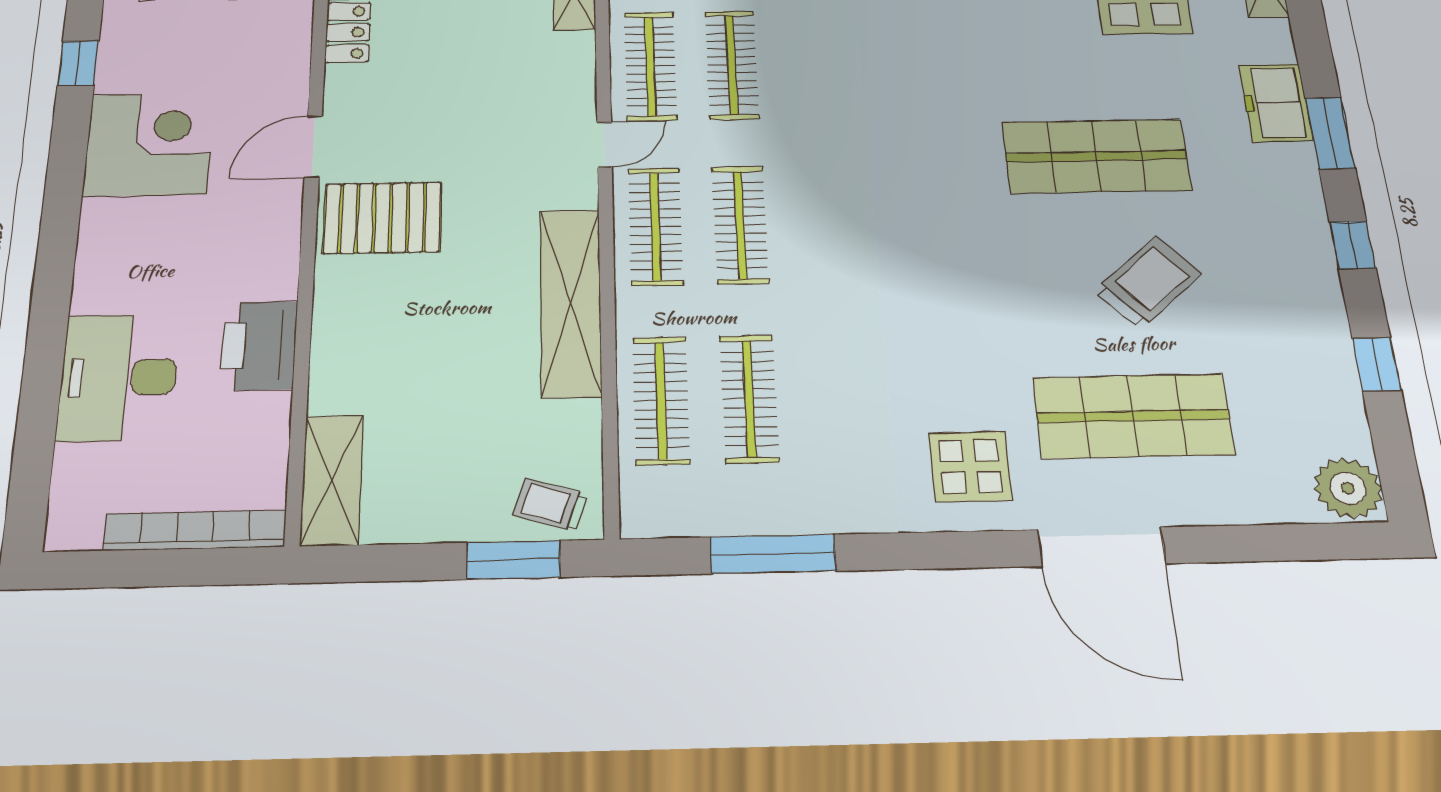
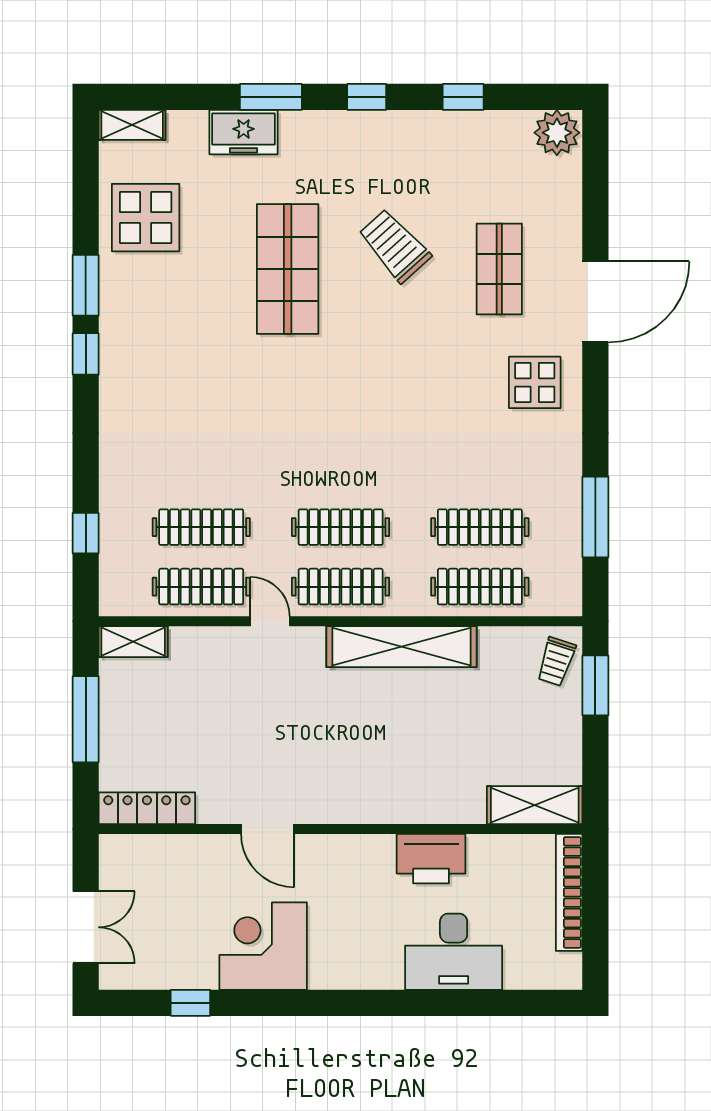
pallet: (382, 218) -> (329, 778), removed
shop shelf: (1133, 416) -> (499, 269), width x0.70, depth x0.74

